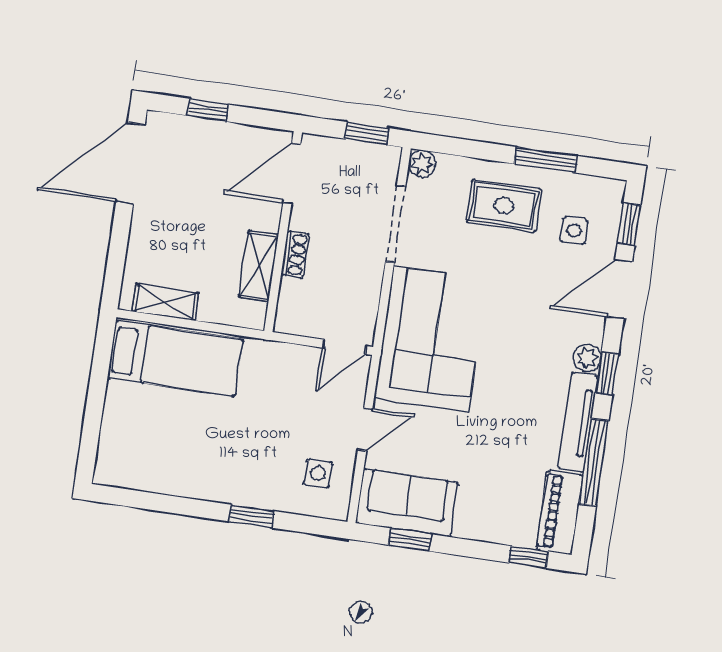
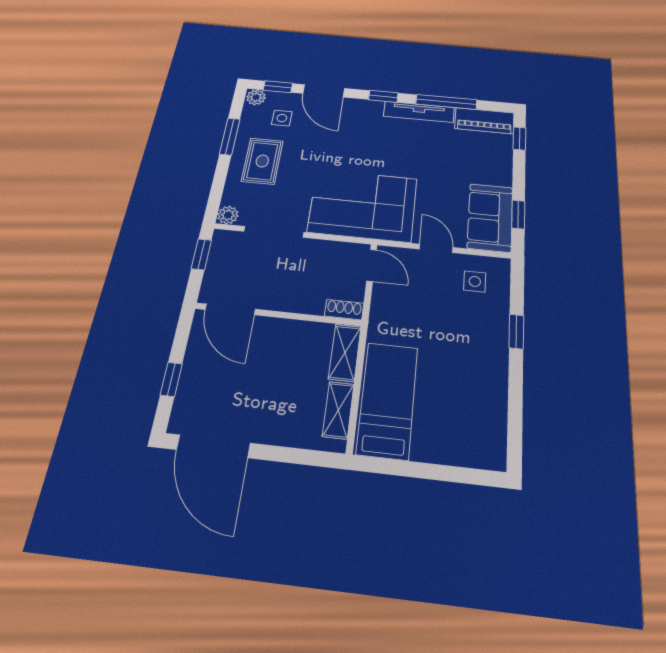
shoe rack: (295, 254) -> (344, 310), moved
shelving: (259, 266) -> (345, 353), moved, turned 90
plant: (587, 358) -> (256, 97), moved

